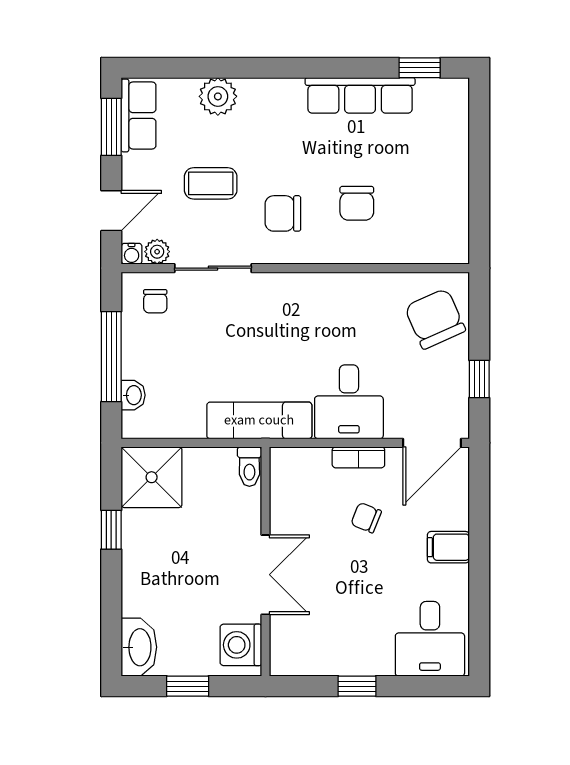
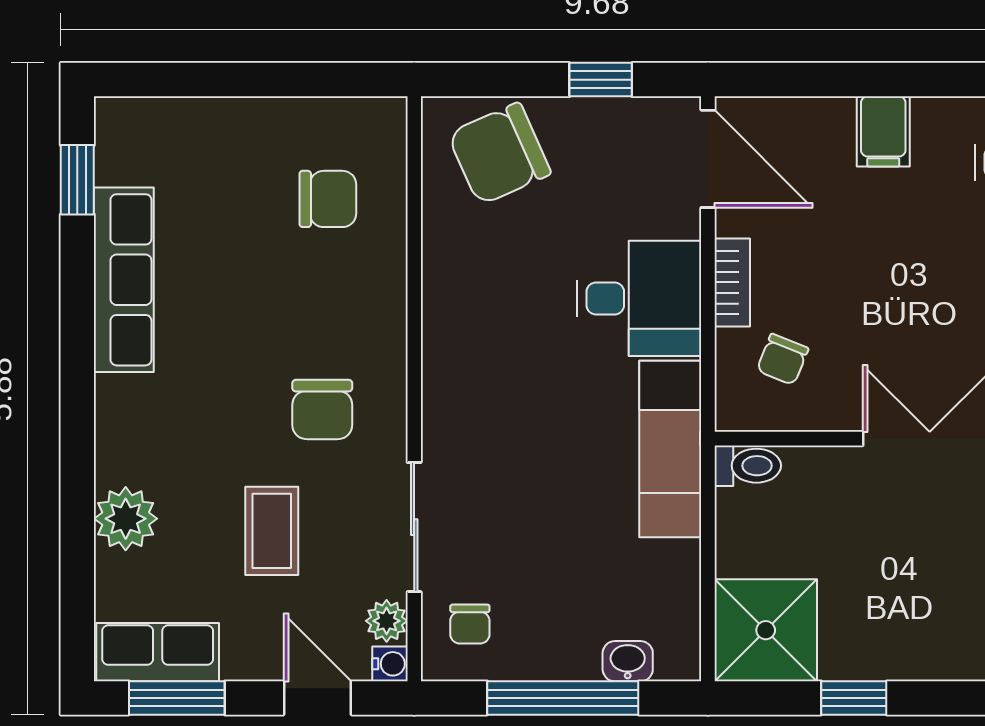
chair: (357, 203) -> (328, 199), moved
chair: (155, 301) -> (470, 624), turned 90
chair: (366, 518) -> (782, 359), moved

